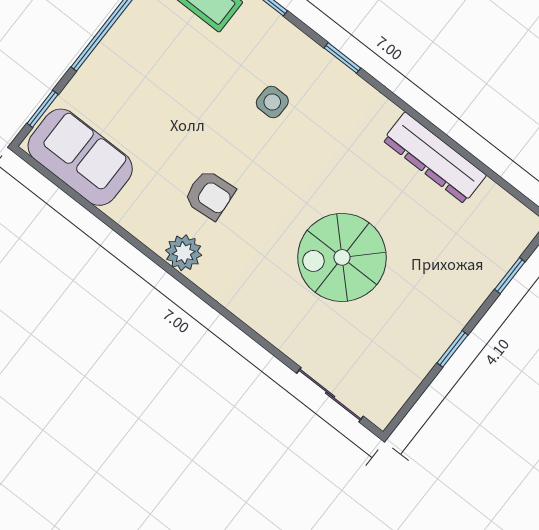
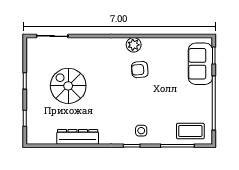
side table: (272, 102) -> (141, 131), moved
sofa: (80, 157) -> (200, 64), moved, turned 90
spiral stairs: (342, 257) -> (68, 86), moved, turned -90

